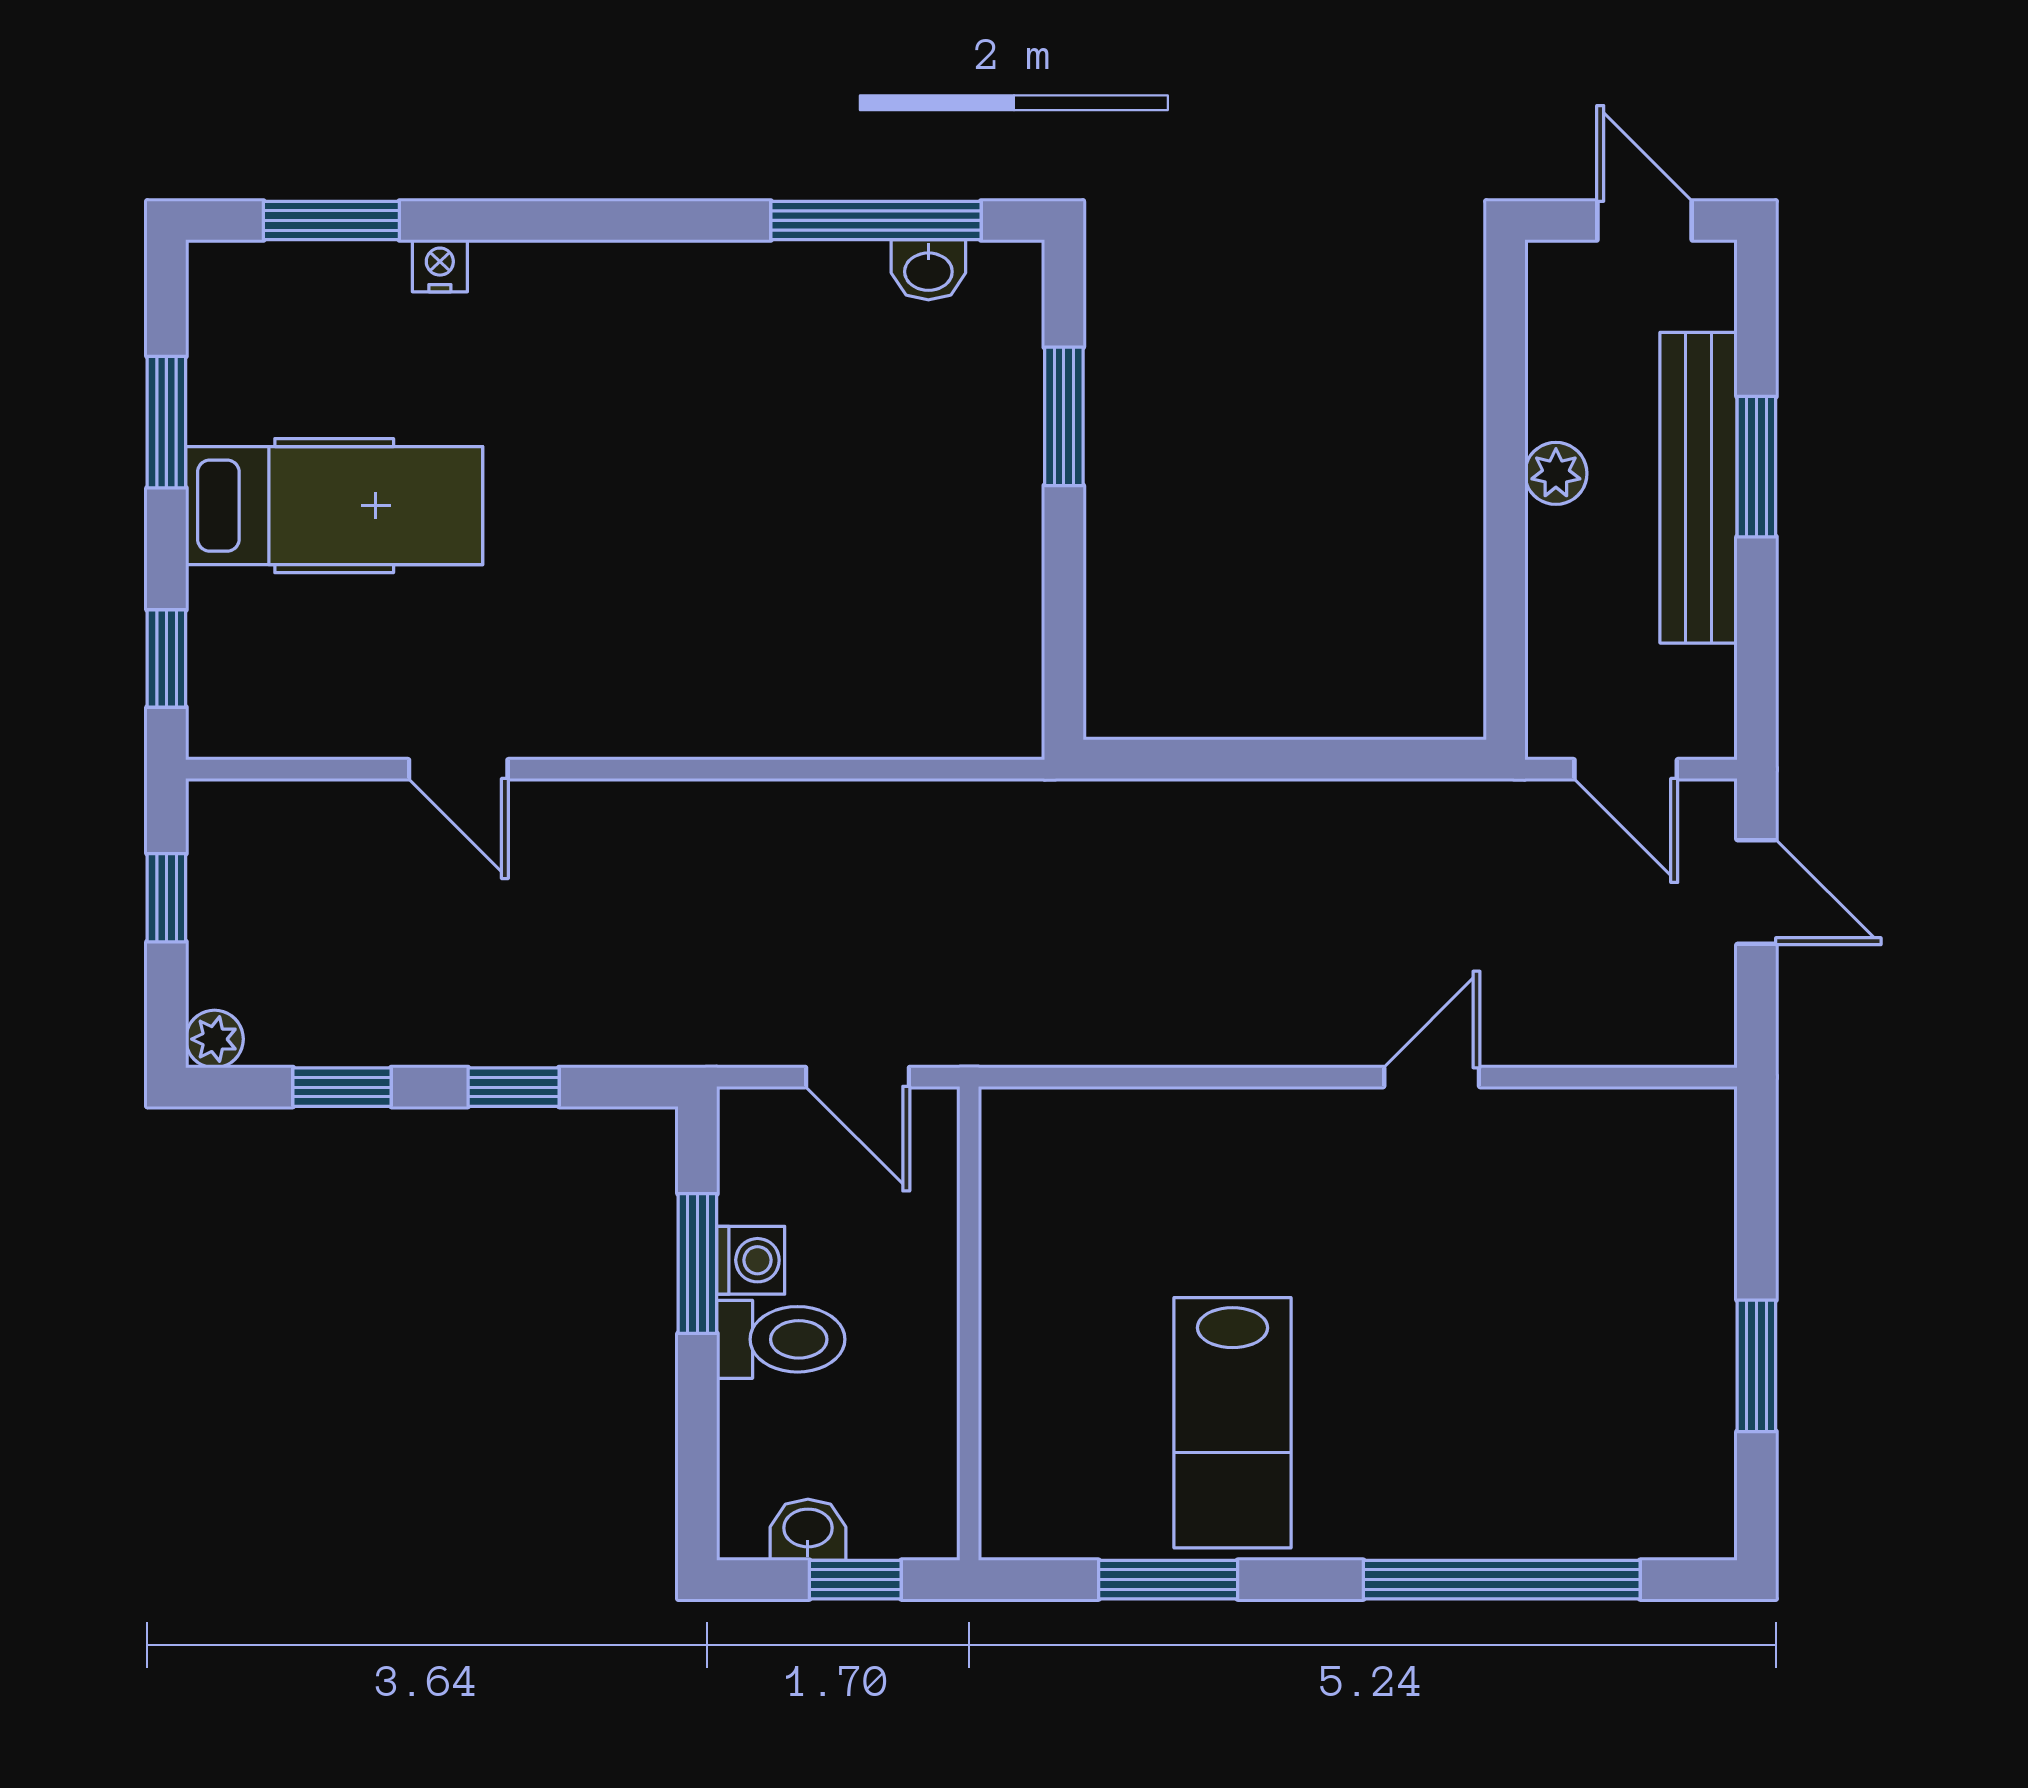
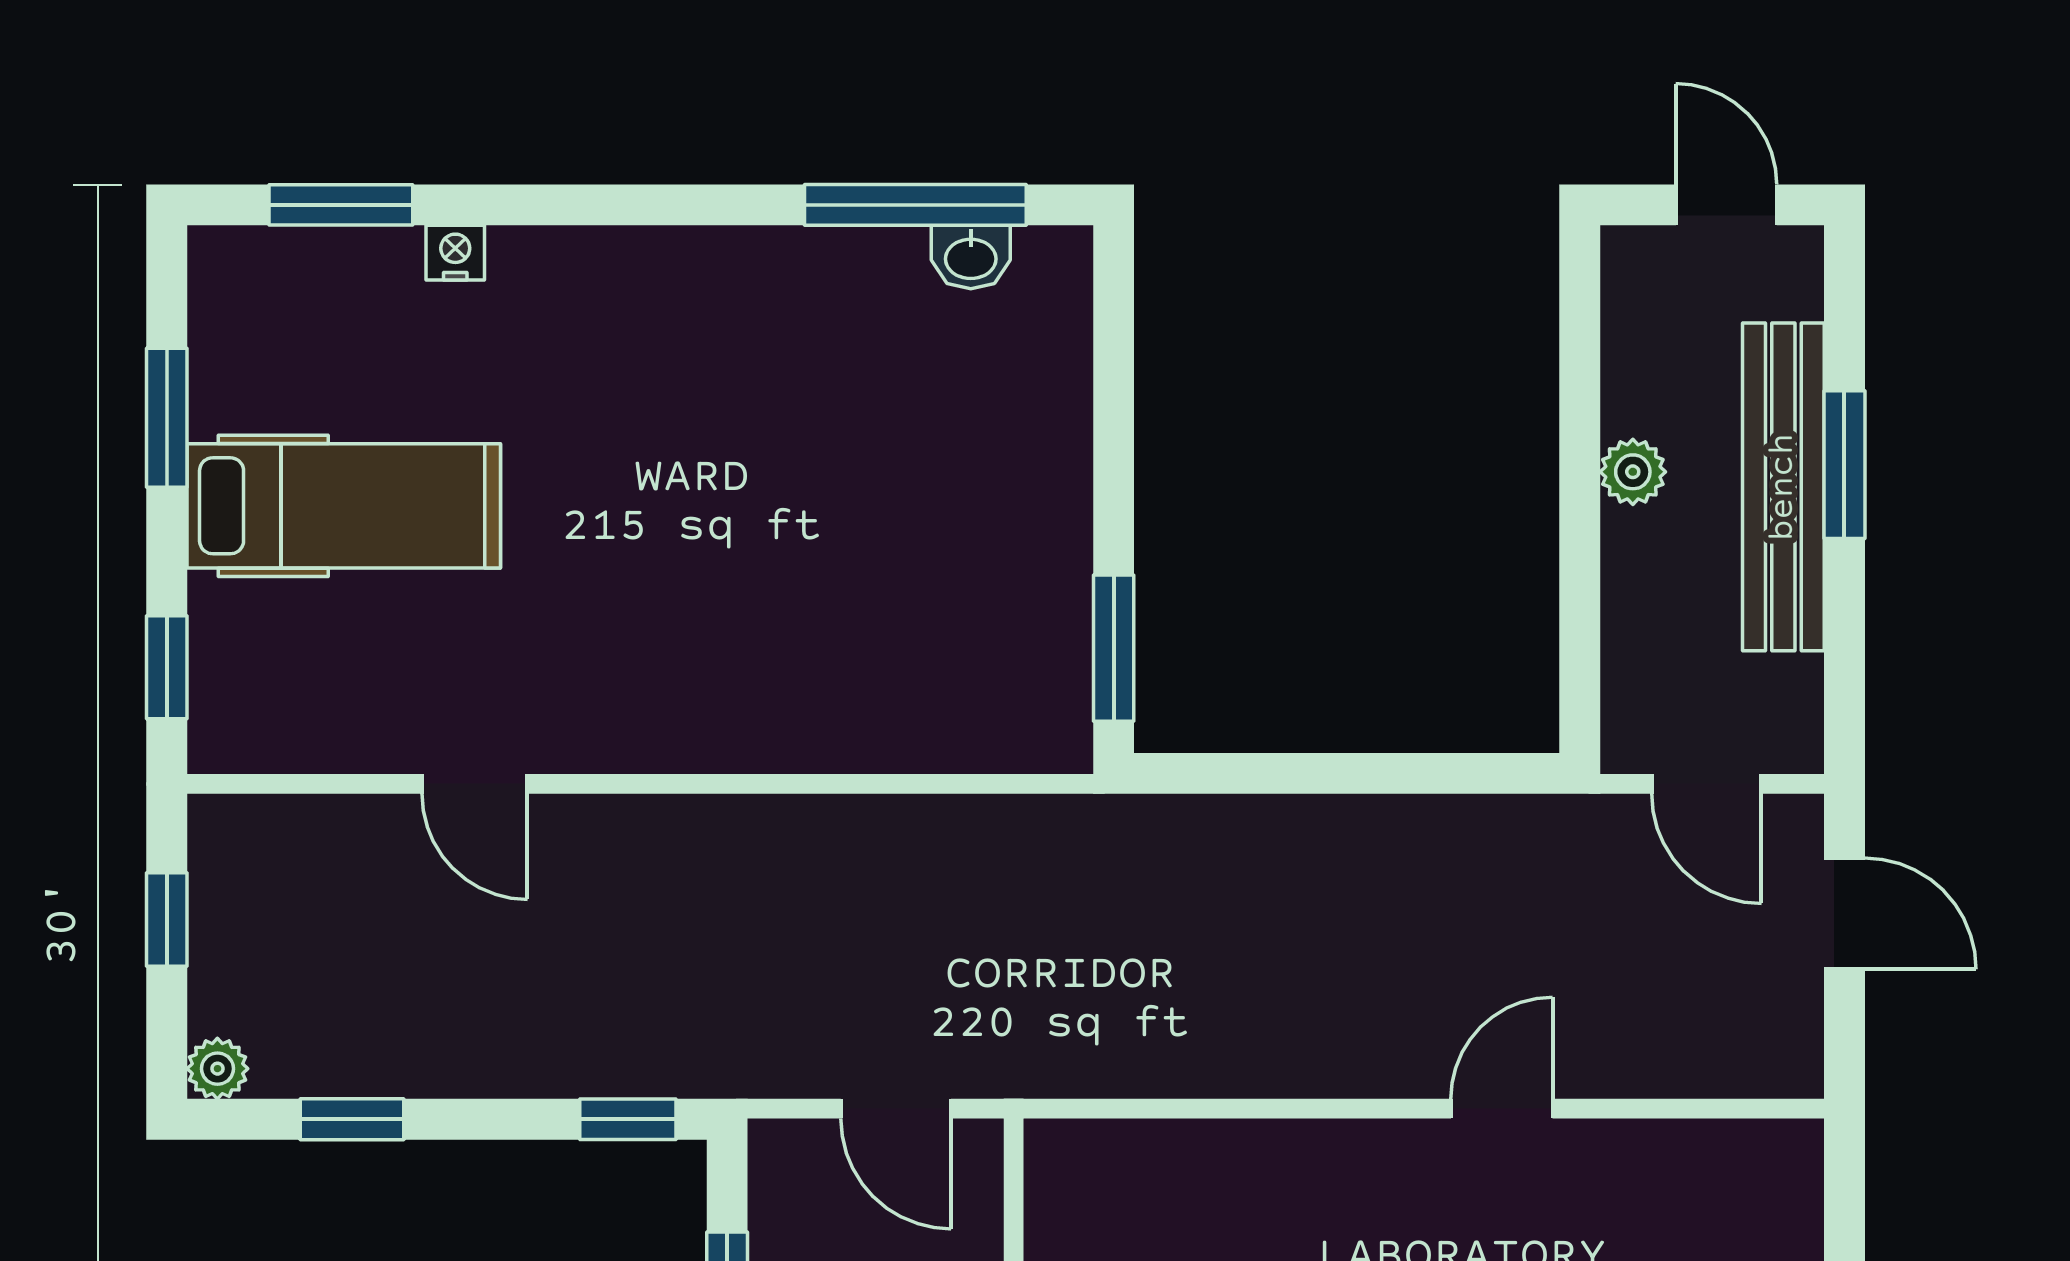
window: (1064, 416) -> (1114, 648), moved
window: (514, 1087) -> (628, 1119), moved

